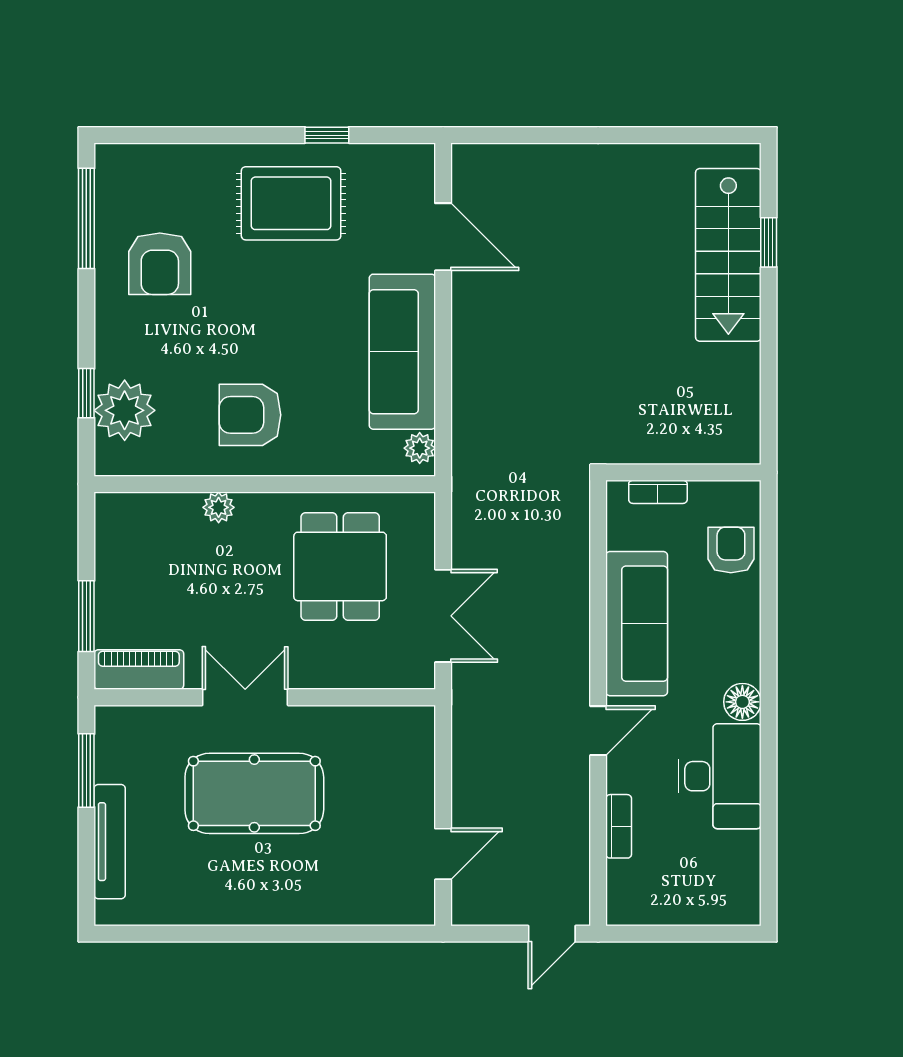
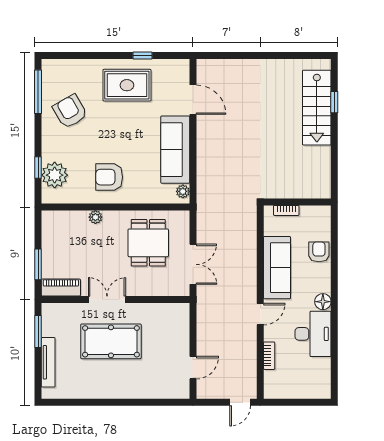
armchair: (160, 264) -> (70, 111), turned 150
armchair: (731, 550) -> (319, 252), moved

